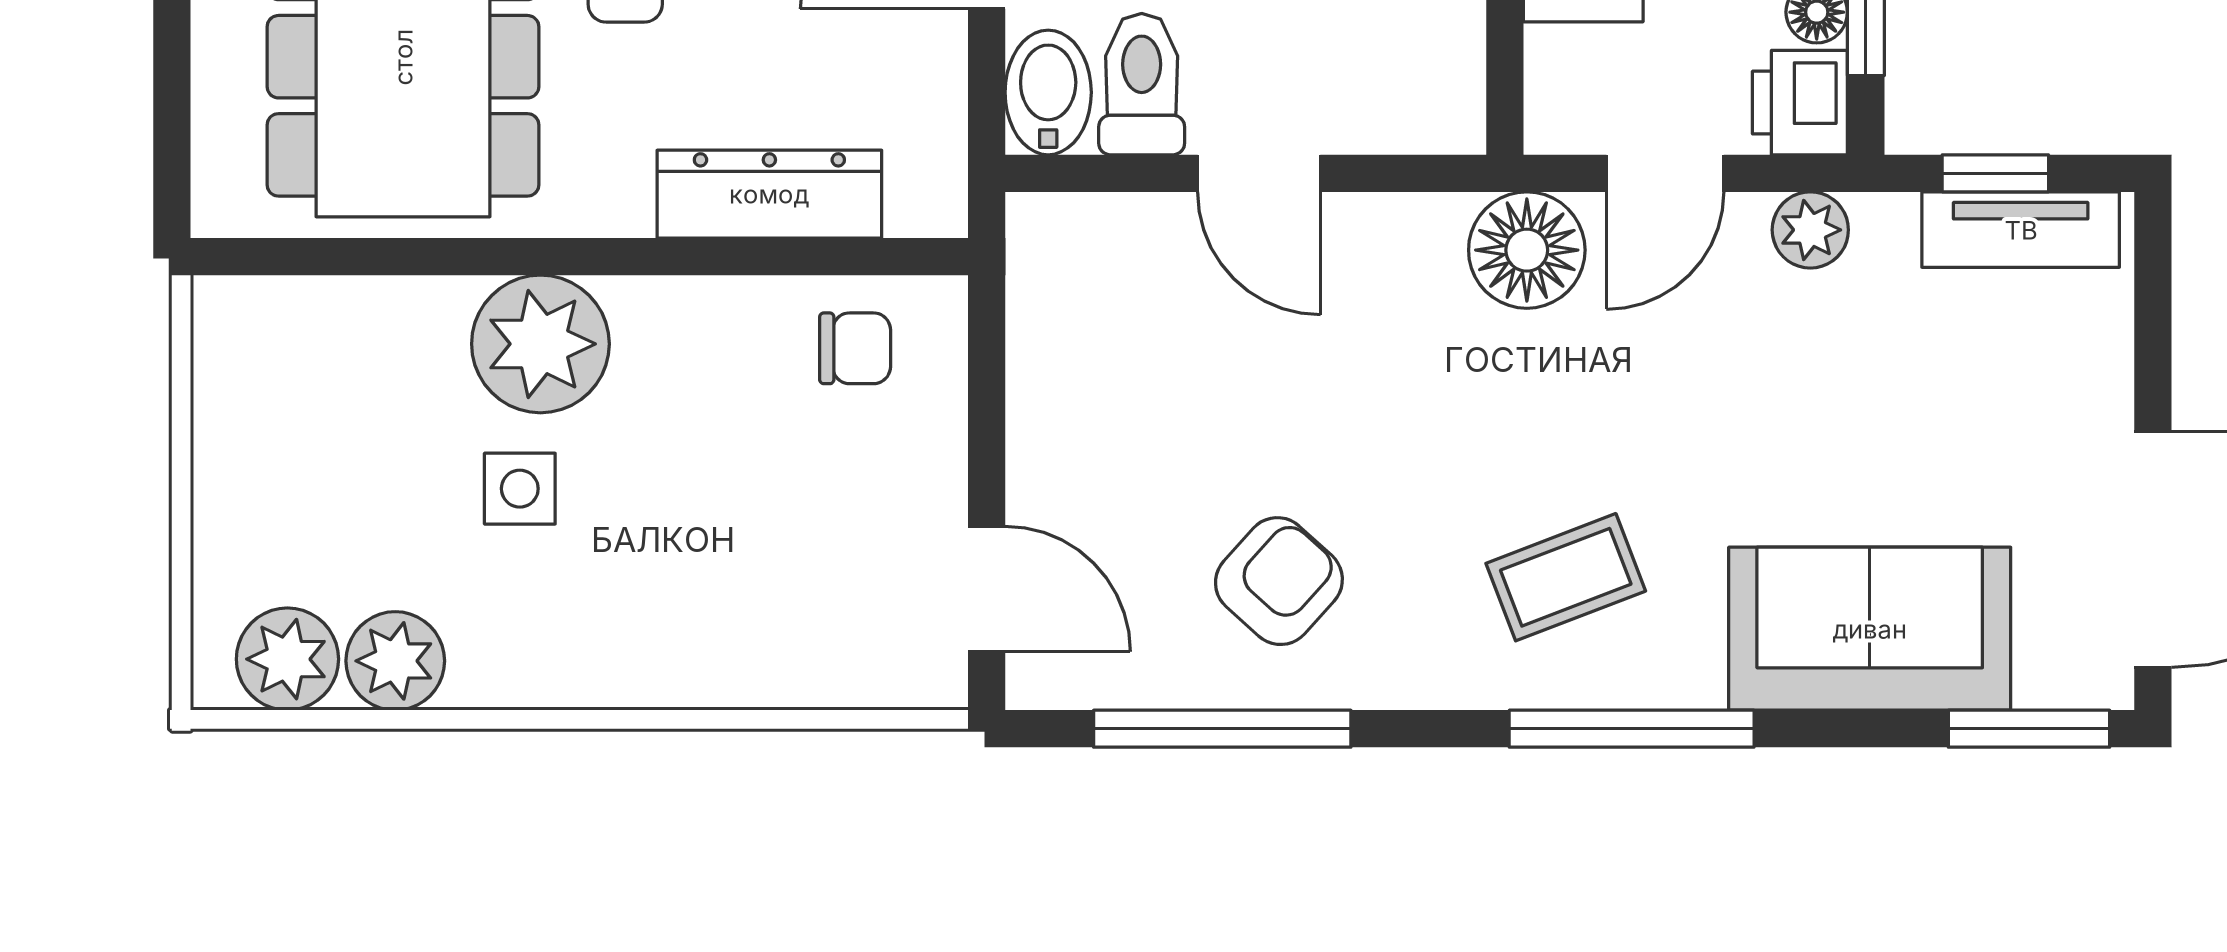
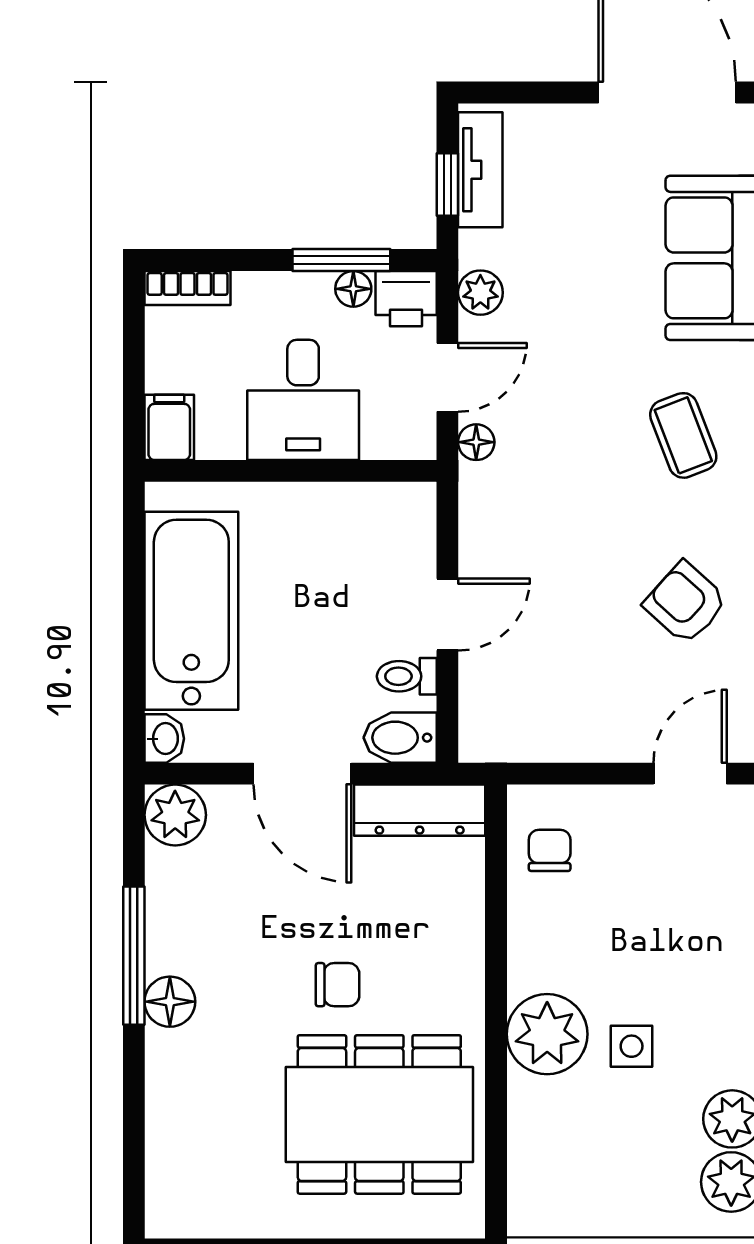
toilet: (1142, 84) -> (407, 676), width x0.73, depth x0.72
door: (1665, 173) -> (447, 377), hinge flipped
dresser: (769, 194) -> (420, 810), moved, turned -90
floor lamp: (1527, 250) -> (476, 442), width x0.53, depth x0.53

